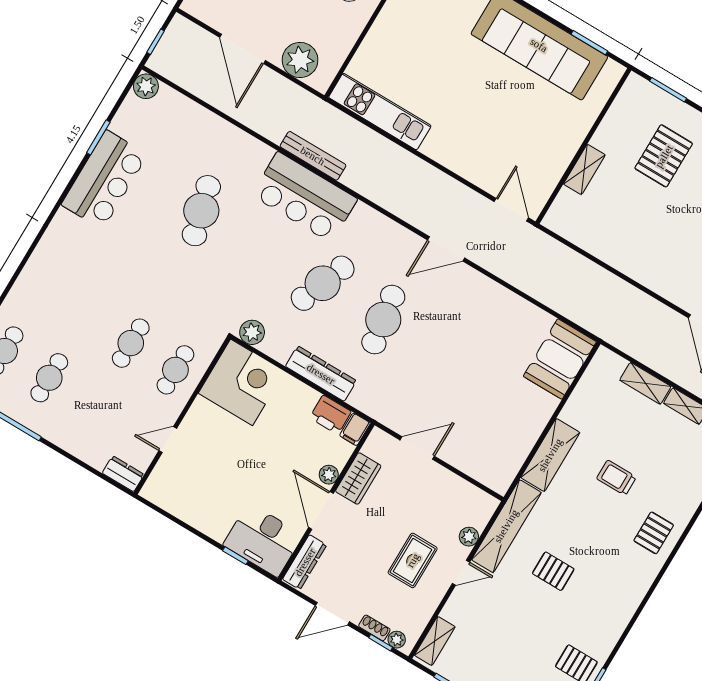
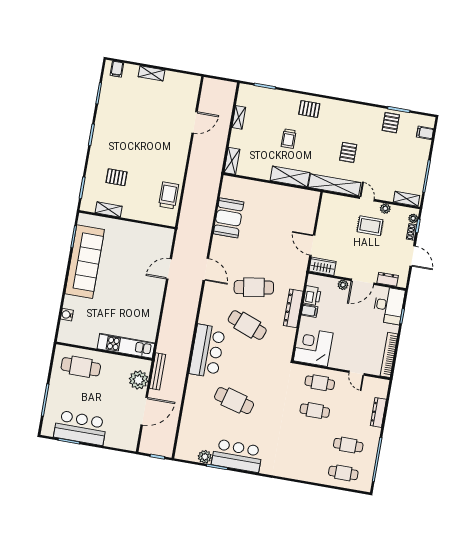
plant: (146, 86) -> (205, 457), moved
kitchen unit: (380, 112) -> (126, 346), moved, turned 90
bench: (313, 156) -> (157, 371), moved
pallet: (664, 156) -> (117, 177), width x0.67, depth x0.71
shelving: (584, 169) -> (109, 209), moved
door: (511, 210) -> (169, 269), moved
cafe table: (201, 211) -> (234, 401), turned 30
trolley: (598, 234) -> (169, 195), added
plant: (252, 332) -> (286, 351), removed
booth: (560, 359) -> (229, 218), moved, turned 90
shelving: (645, 383) -> (232, 161), moved
filing cabinet: (355, 429) -> (310, 311), moved
dresser: (123, 474) -> (378, 412), moved, width x1.44
wardrobe: (358, 479) -> (322, 266), moved
bookcase: (178, 508) -> (389, 355), added
plant: (469, 537) -> (385, 209), moved
dresser: (305, 562) -> (388, 279), width x0.70

